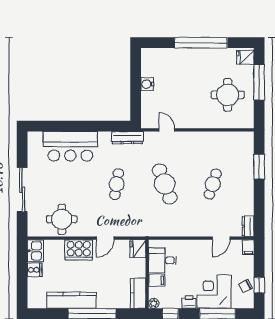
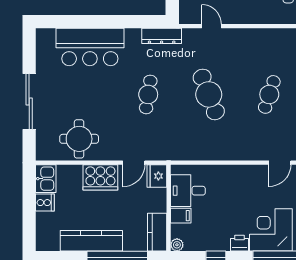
fridge: (138, 249) -> (157, 176), moved
desk: (162, 260) -> (188, 191), moved
wall: (147, 274) -> (169, 208), moved
filing cabinet: (157, 280) -> (181, 216), moved
kitchen counter: (138, 293) -> (157, 232), moved
plant: (154, 303) -> (177, 245), moved

